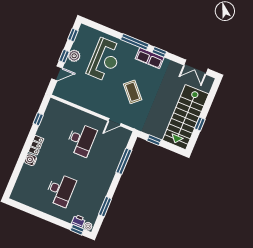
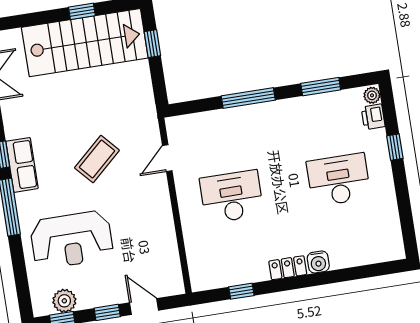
plant: (74, 56) -> (64, 301), moved
reception desk: (105, 60) -> (72, 240), turned 180
door: (115, 122) -> (167, 158), swing flipped
window: (154, 140) -> (152, 44), moved
window: (124, 161) -> (248, 98), moved
window: (77, 230) -> (395, 147), moved

